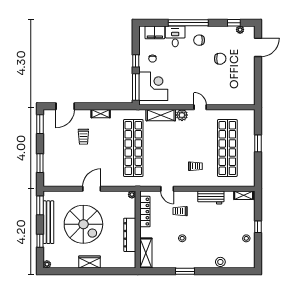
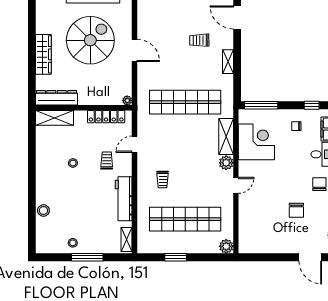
window: (136, 61) -> (312, 105), moved
corner desk: (153, 86) -> (256, 142), moved, turned -90
plant: (249, 115) -> (226, 246), added
window: (258, 143) -> (176, 257), moved
workbench: (211, 197) -> (124, 199), width x1.38
spiral stairs: (83, 224) -> (90, 40), turned 180
window: (258, 227) -> (87, 257), width x2.17
dresser: (130, 235) -> (57, 98), moved
wardrobe: (90, 262) -> (43, 54), width x1.50
window: (185, 271) -> (32, 167), removed

